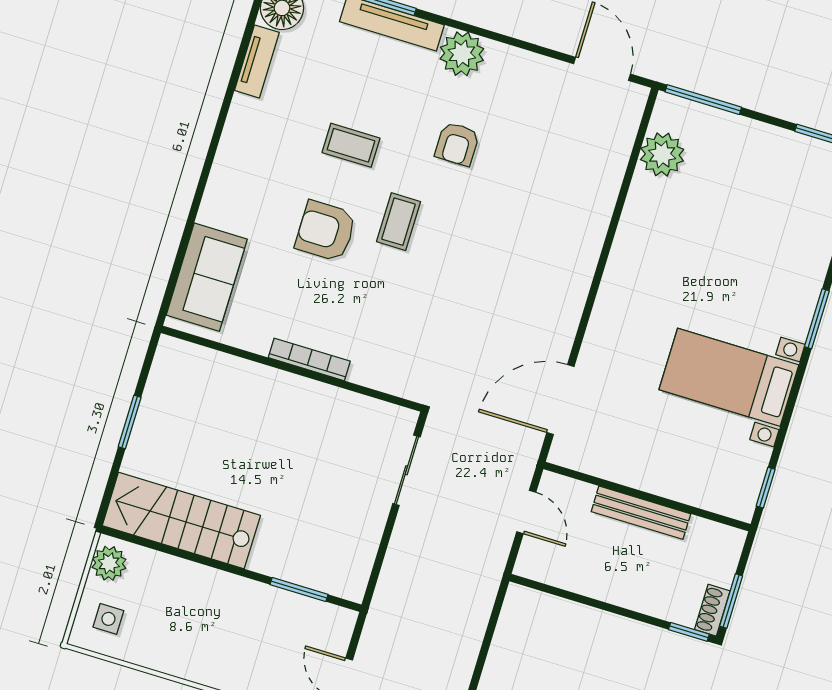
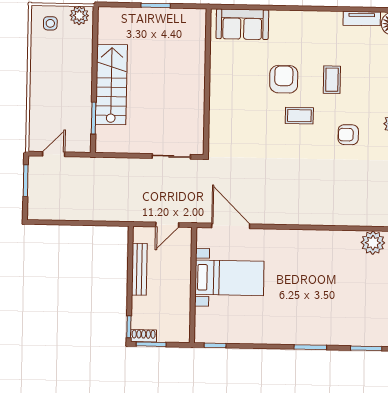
bookcase: (309, 359) -> (215, 90), removed
bed with nightstands: (729, 377) -> (229, 278), moved, turned 90
bench: (641, 513) -> (139, 269), moved
stairs: (181, 521) -> (111, 84), moved

